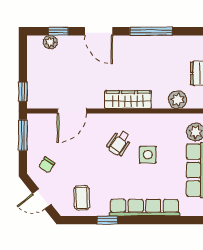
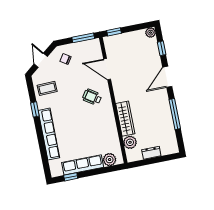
plant: (50, 42) -> (151, 33), moved
wardrobe: (128, 100) -> (125, 119), moved
wheelchair: (119, 143) -> (92, 97), moved
side table: (148, 155) -> (87, 129), removed

